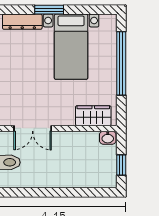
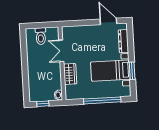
window: (49, 10) -> (132, 71), moved
wardrobe: (93, 116) -> (70, 74), moved

